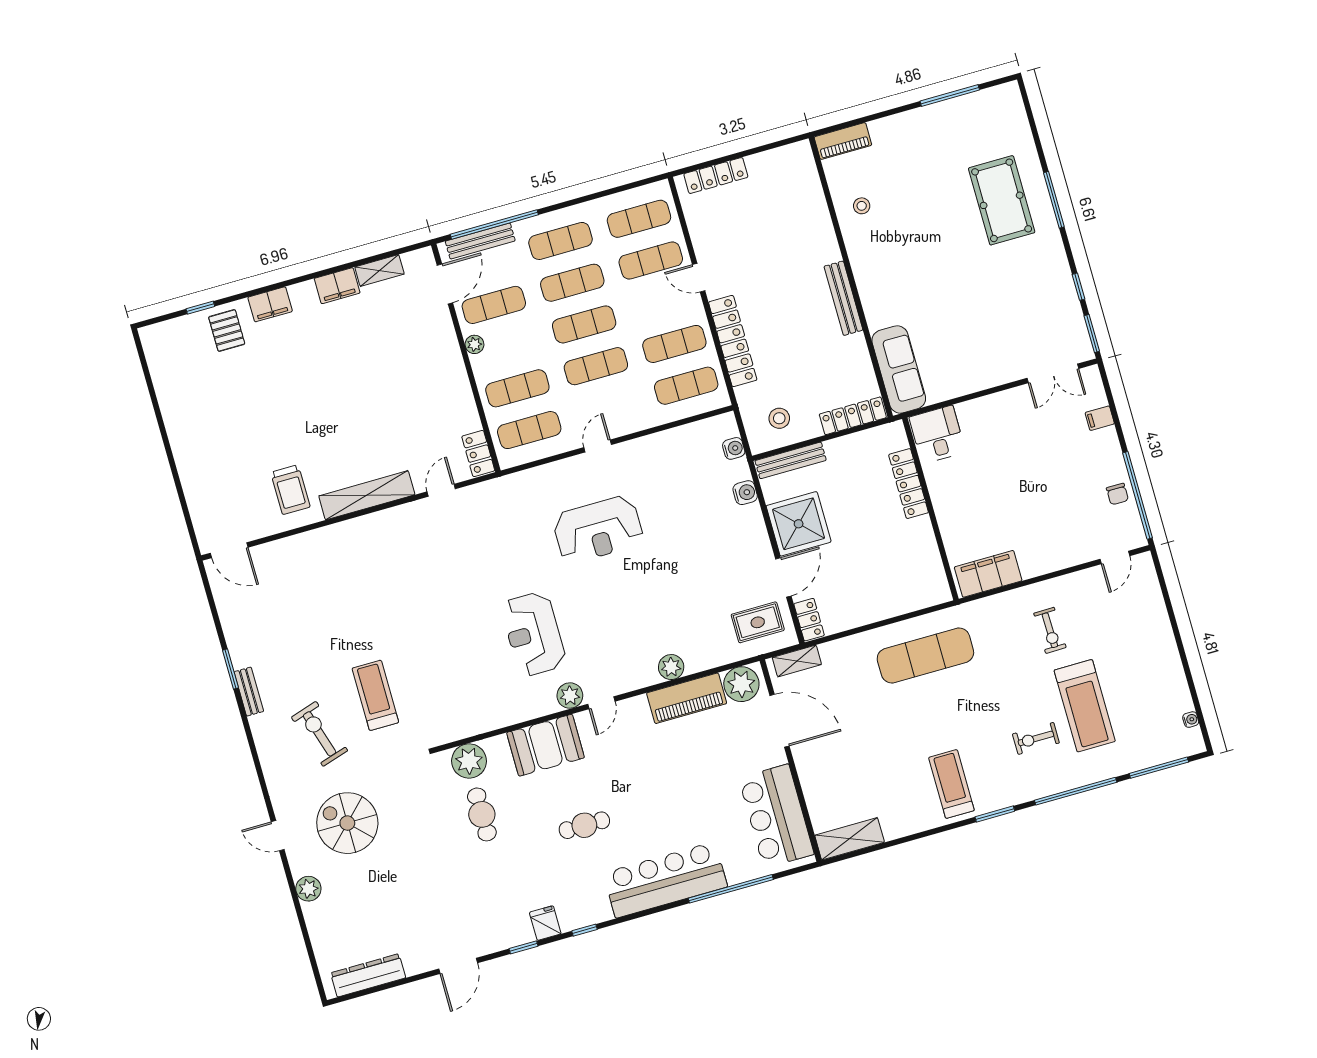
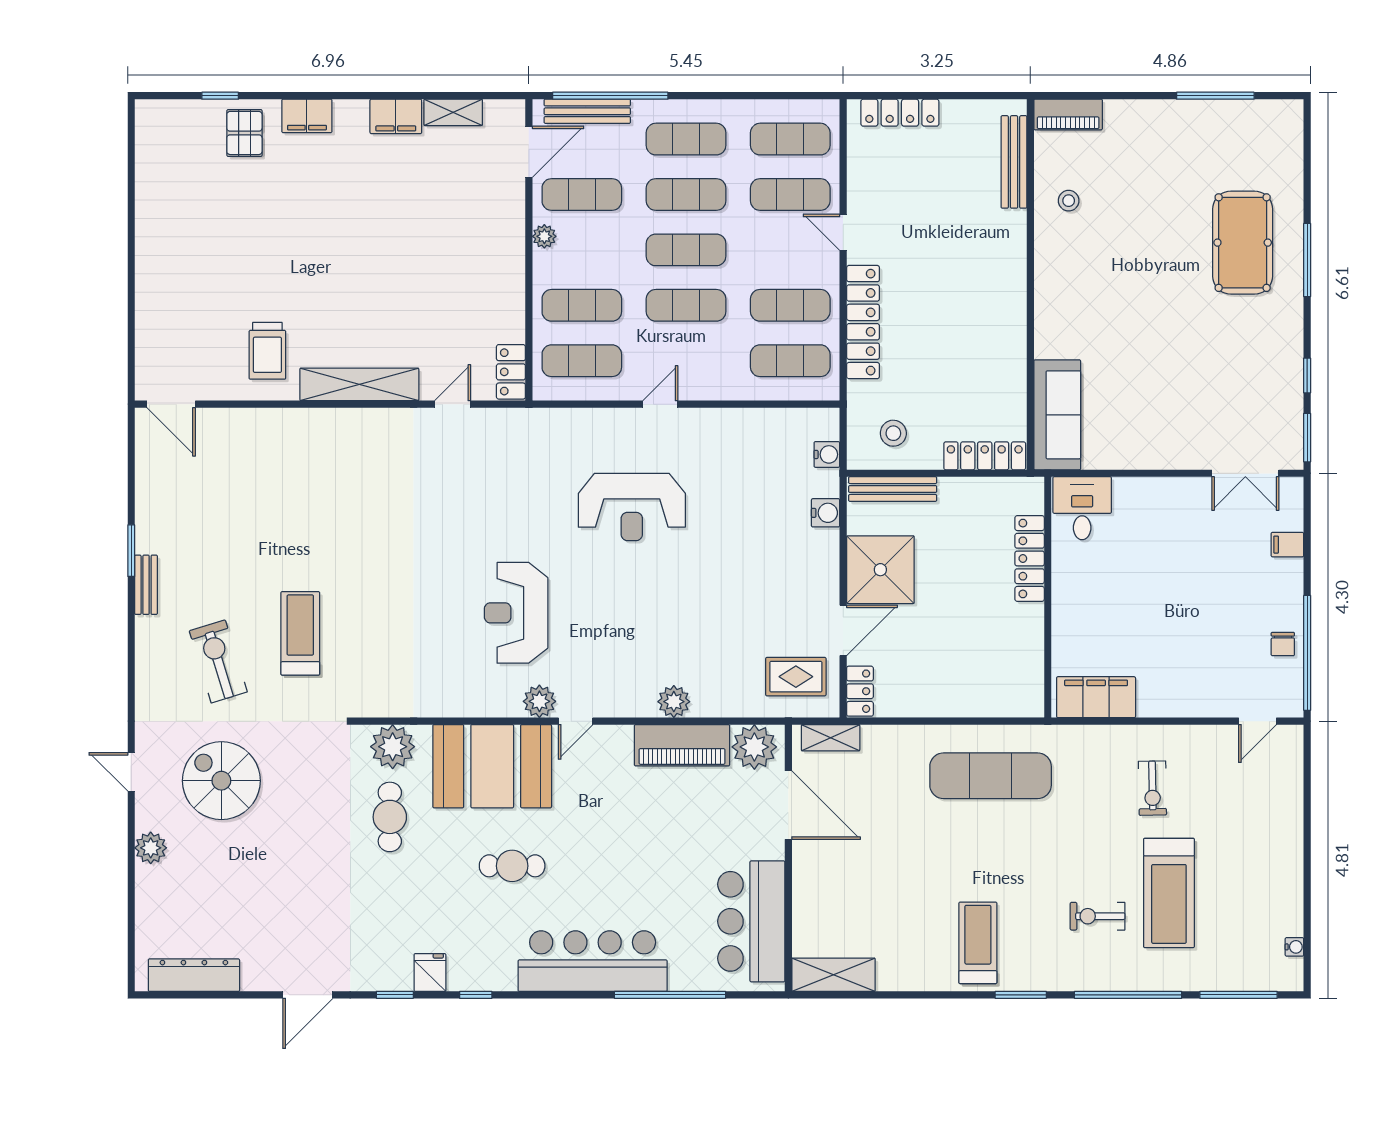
bench: (843, 298) -> (1014, 162), moved
booth: (545, 745) -> (492, 766), width x1.36, depth x1.42

